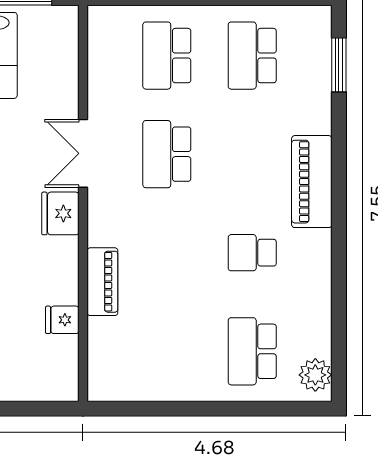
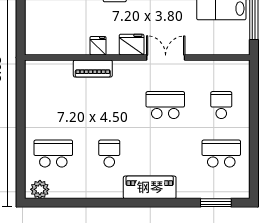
school desk: (167, 56) -> (221, 105), width x0.54
fridge: (62, 320) -> (98, 46), moved

